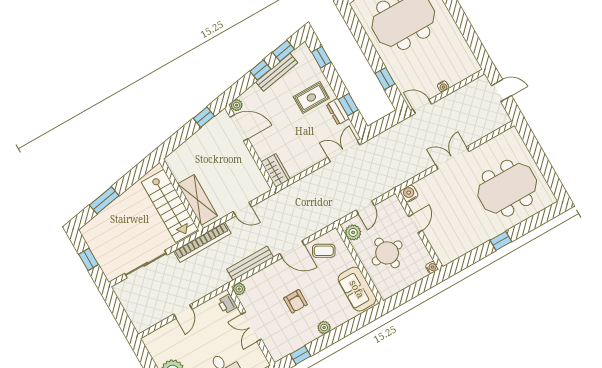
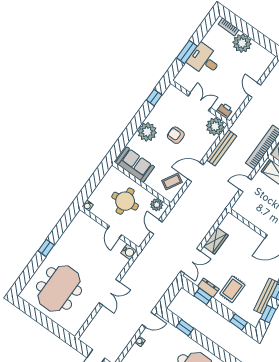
wardrobe: (276, 171) -> (216, 241), moved, turned -90
plant: (239, 289) -> (215, 126), width x1.87, depth x1.87
plant: (324, 328) -> (147, 132), width x1.88, depth x1.88

